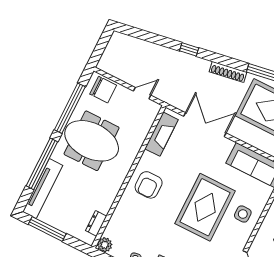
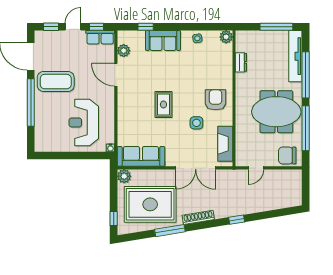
rug: (205, 207) -> (163, 104), width x0.54, depth x0.49
side table: (243, 214) -> (196, 123), moved
dresser: (96, 223) -> (241, 62), moved

